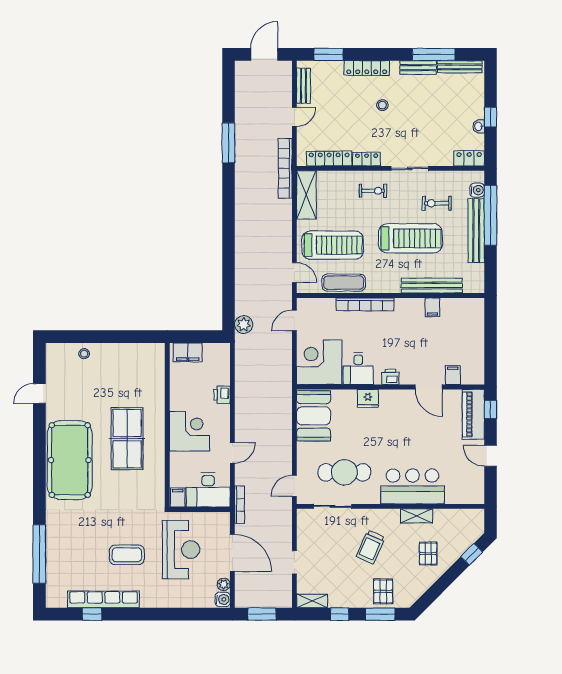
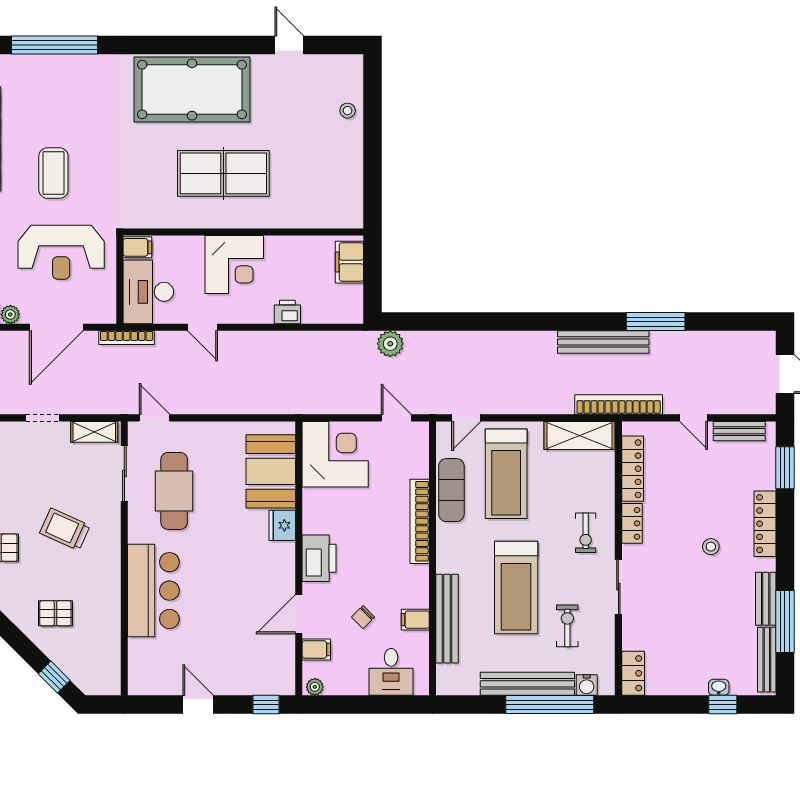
window: (490, 117) -> (723, 705), moved
washbasin: (479, 126) -> (719, 687), moved
bench: (242, 179) -> (603, 342), added
chair: (431, 343) -> (363, 617), added
desk: (358, 369) -> (391, 672), moved, turned -90
plant: (478, 376) -> (315, 687), added
printer: (390, 377) -> (319, 558), width x1.87, depth x1.48
piano: (473, 414) -> (259, 680), removed
booth: (314, 416) -> (271, 471), moved, turned 90
door: (490, 456) -> (198, 705), hinge flipped
shelving: (417, 516) -> (94, 432), moved, turned 90

